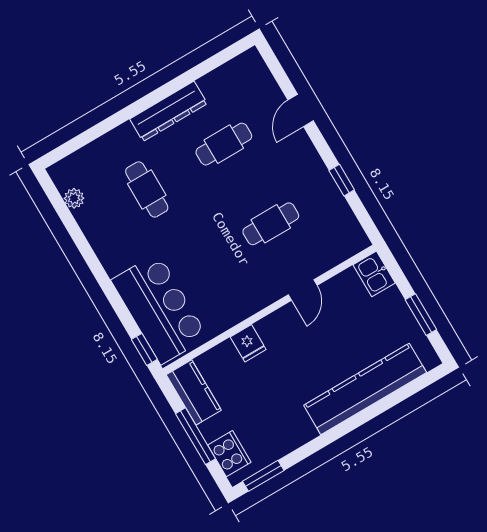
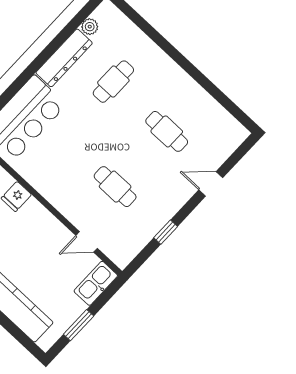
dresser: (169, 111) -> (64, 58), moved, turned -90
kitchen sink: (374, 274) -> (96, 283), width x1.38
door: (303, 290) -> (87, 242), moved

